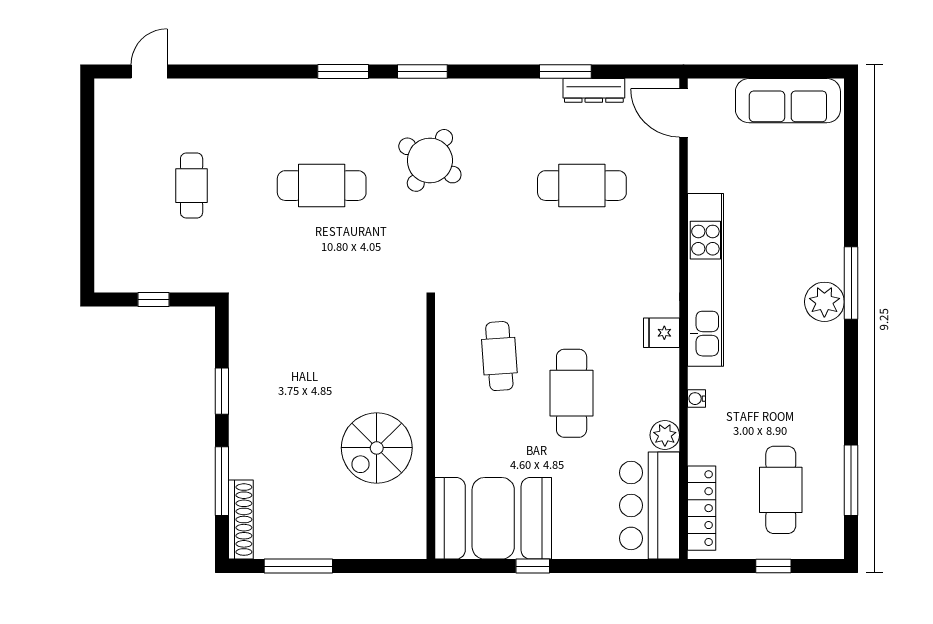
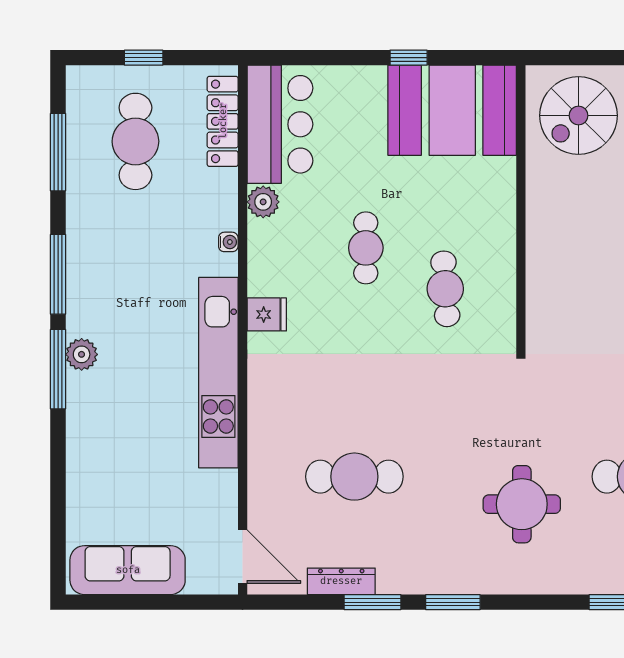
window: (422, 71) -> (453, 602), moved
round table: (430, 160) -> (522, 504), turned -32
plant: (824, 302) -> (82, 354), width x0.73, depth x0.73
window: (851, 369) -> (58, 274), added
cafe table: (572, 393) -> (366, 248), width x0.73, depth x0.74
spiral stairs: (377, 448) -> (578, 116), moved, turned 180

